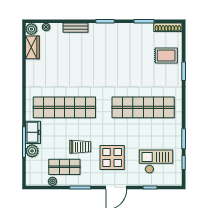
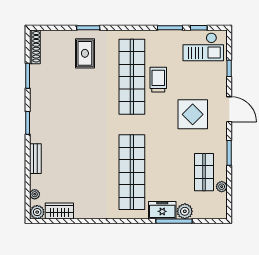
rug: (166, 55) -> (85, 53), moved
trolley: (80, 147) -> (158, 80), moved
checkout: (156, 162) -> (203, 47), moved, turned -90

